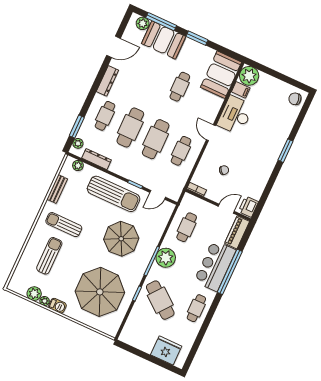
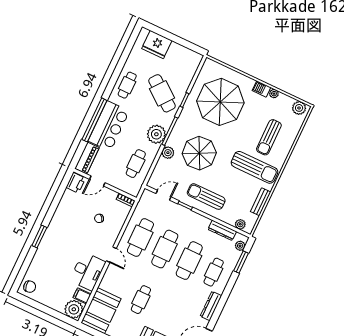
cafe table: (181, 151) -> (140, 237), width x1.37, depth x1.35
sun lounger: (114, 194) -> (206, 197), width x0.73, depth x0.75
sun lounger: (64, 225) -> (255, 167), width x1.36, depth x1.34
plant: (154, 239) -> (168, 153), added
plant: (34, 294) -> (299, 108), moved

